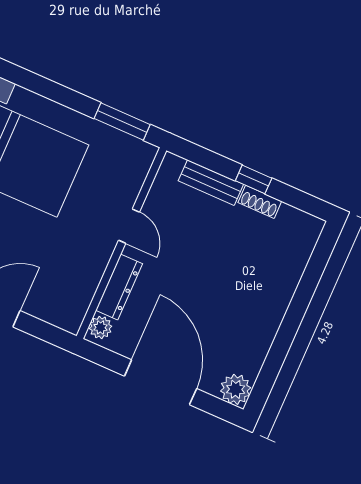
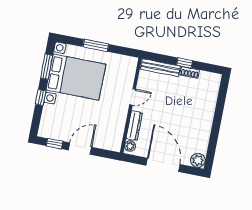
window: (122, 121) -> (96, 45), moved
bench: (211, 183) -> (160, 68), width x1.36
door: (129, 226) -> (133, 97), hinge flipped

